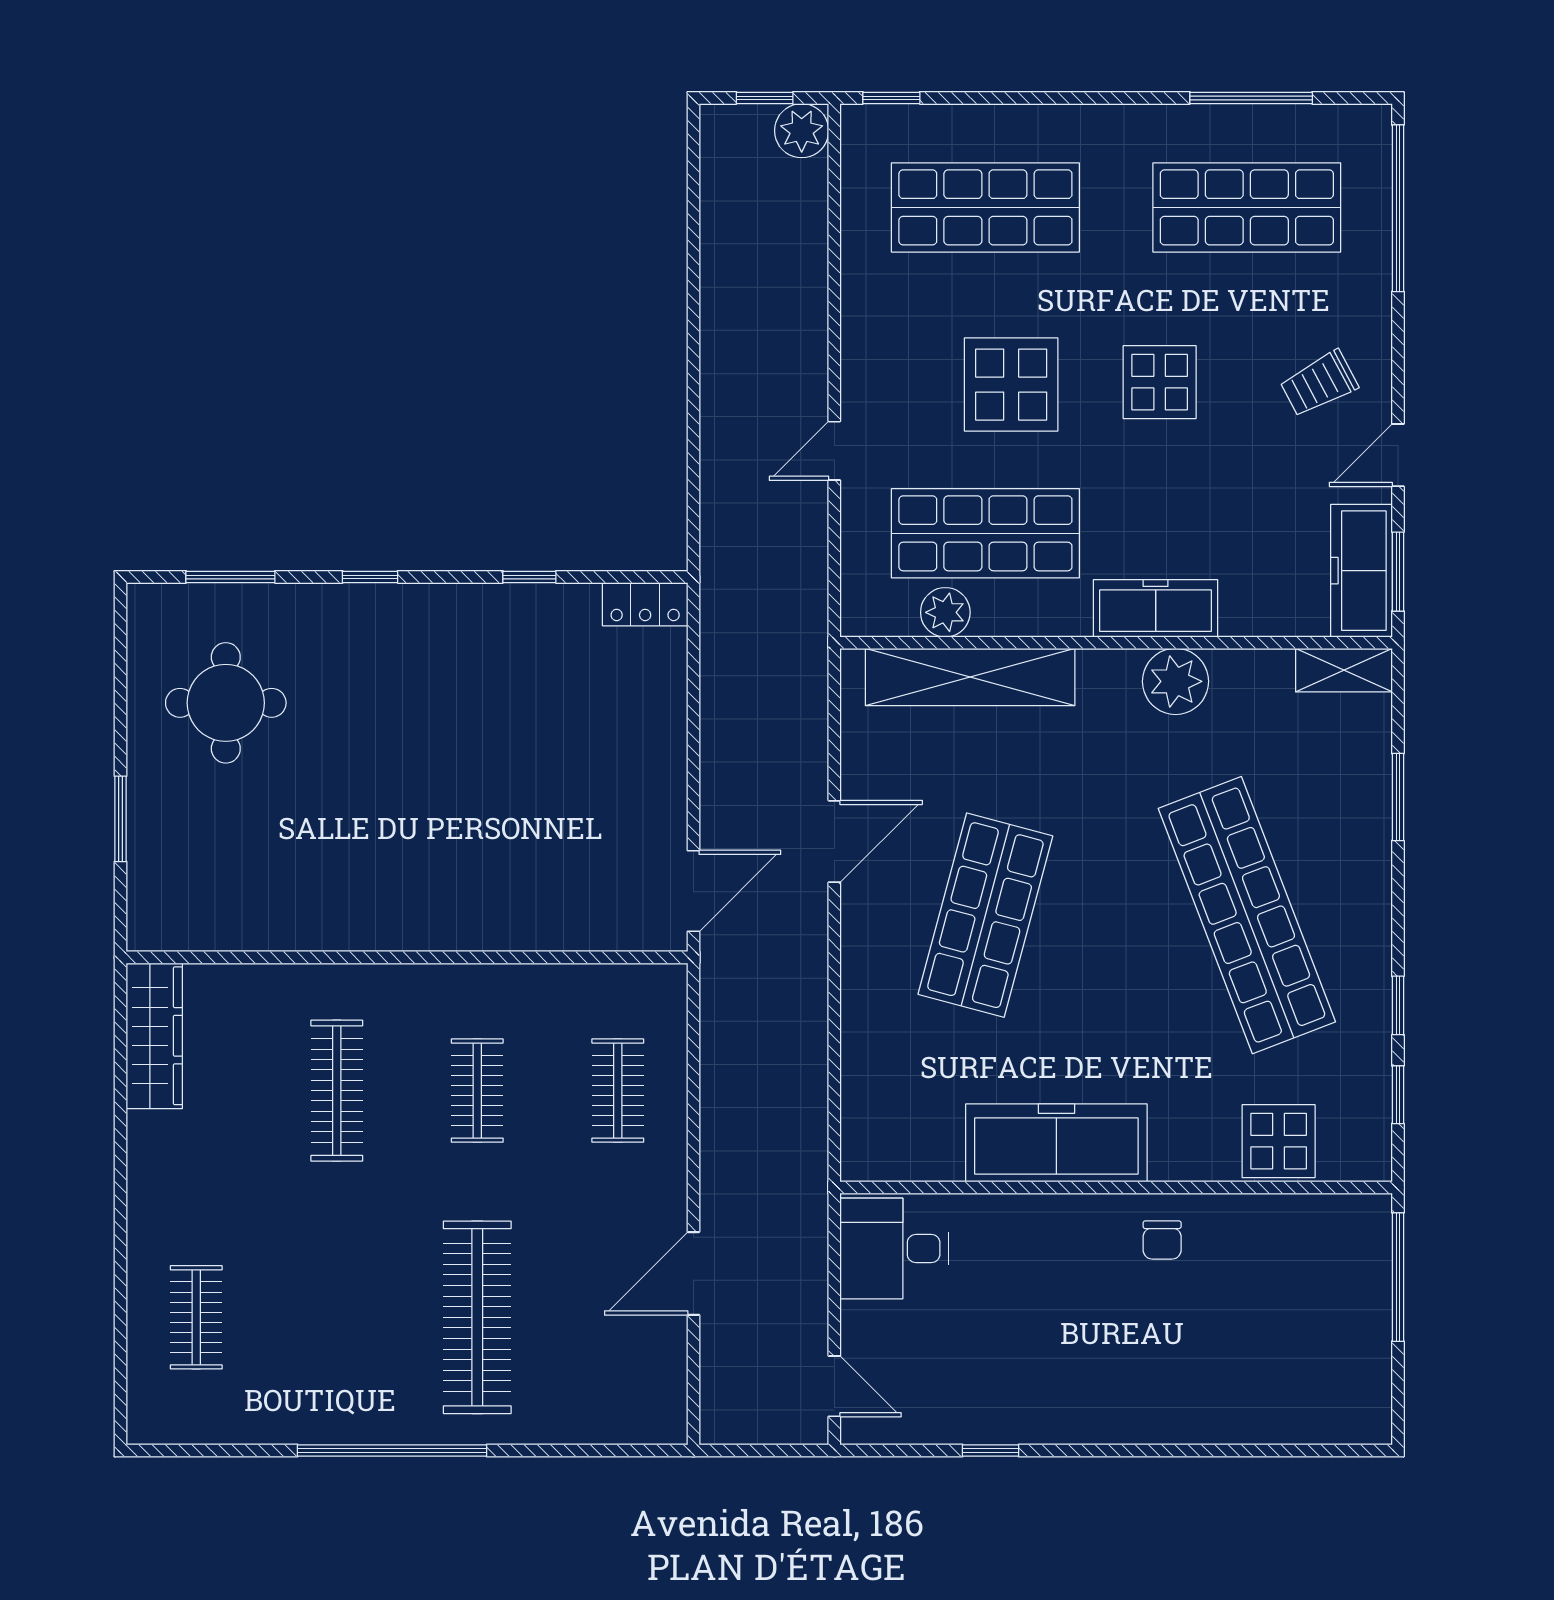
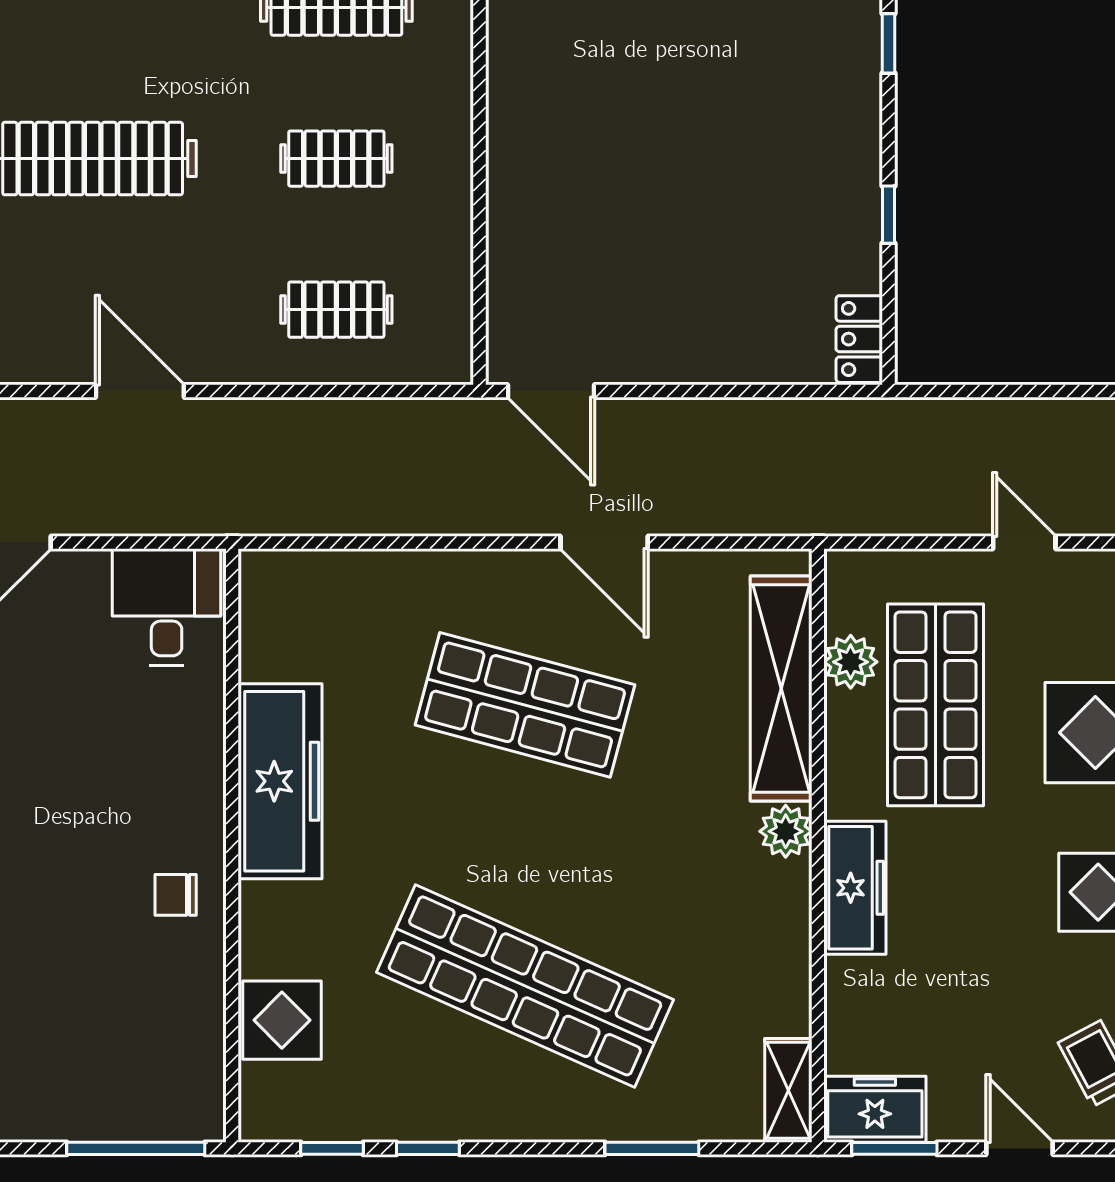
freezer: (1361, 571) -> (875, 1109), width x0.71
plant: (1175, 681) -> (786, 831), moved, width x0.73, depth x0.73
shop shelf: (1247, 915) -> (525, 986), turned 45

